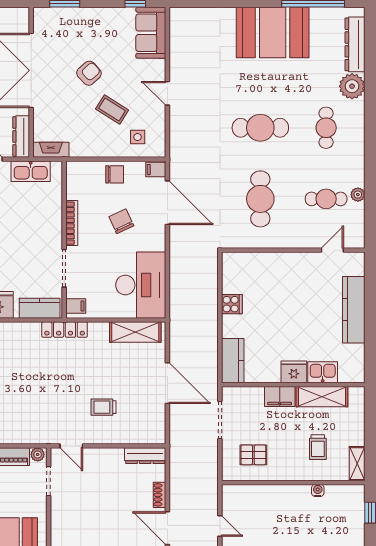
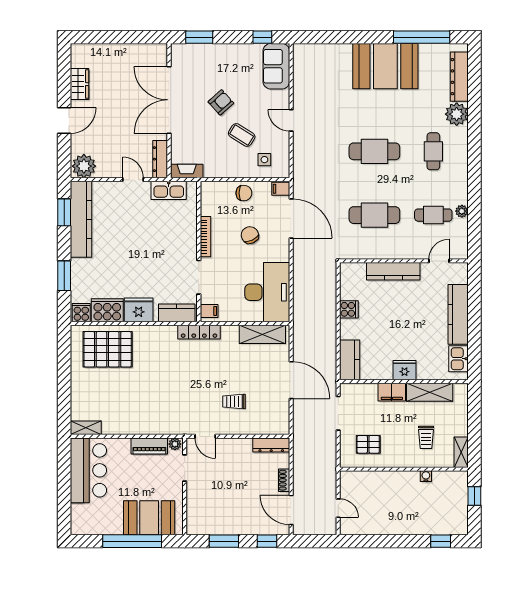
cafe table: (260, 199) -> (374, 215), turned 90
kitchen counter: (281, 262) -> (393, 271), added
kitchen sink: (323, 372) -> (459, 359), moved, turned -90

